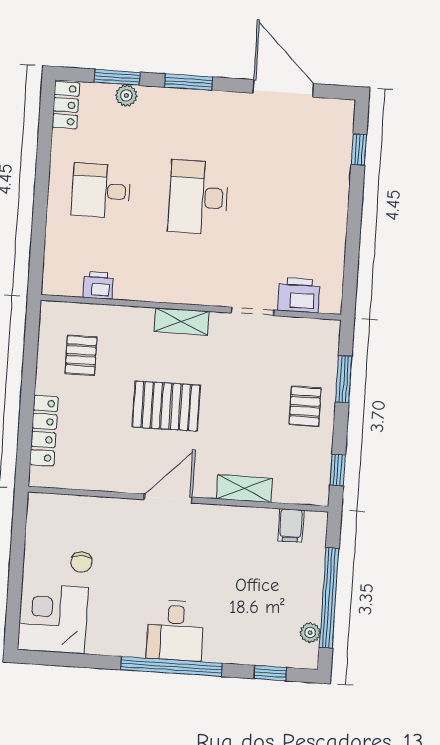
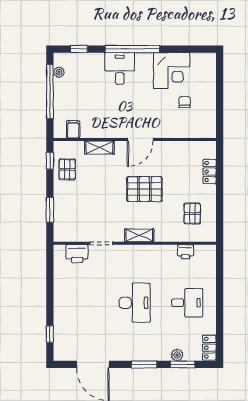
pallet: (305, 406) -> (67, 169), moved
locker: (44, 431) -> (210, 172), width x0.66
corner desk: (53, 619) -> (171, 71), moved
desk: (175, 631) -> (120, 69), moved

